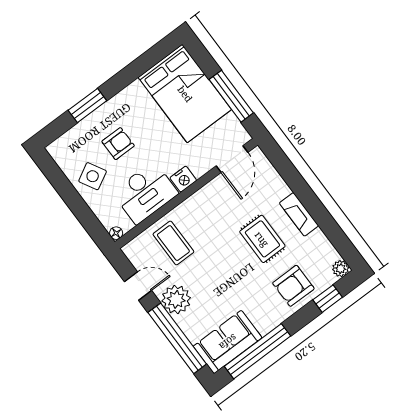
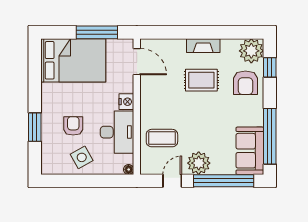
plant: (341, 269) -> (251, 51), width x1.87, depth x1.87

